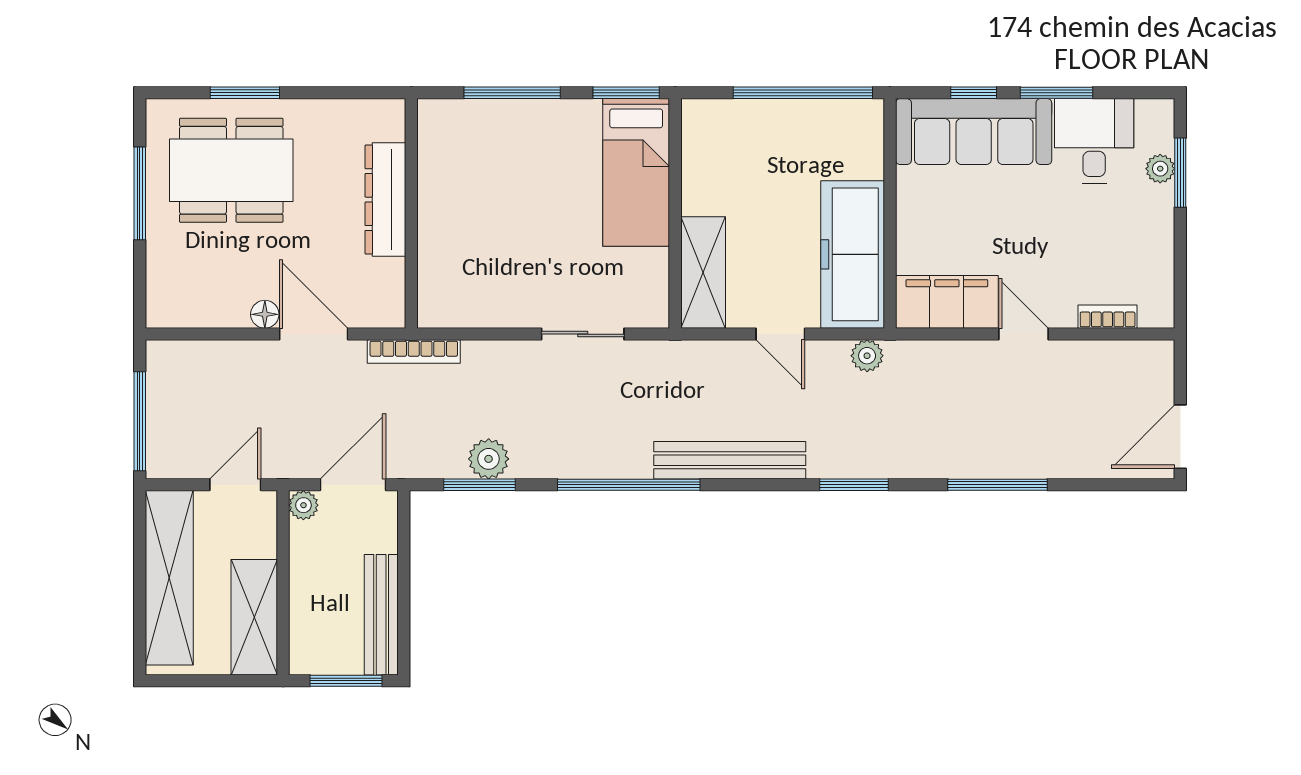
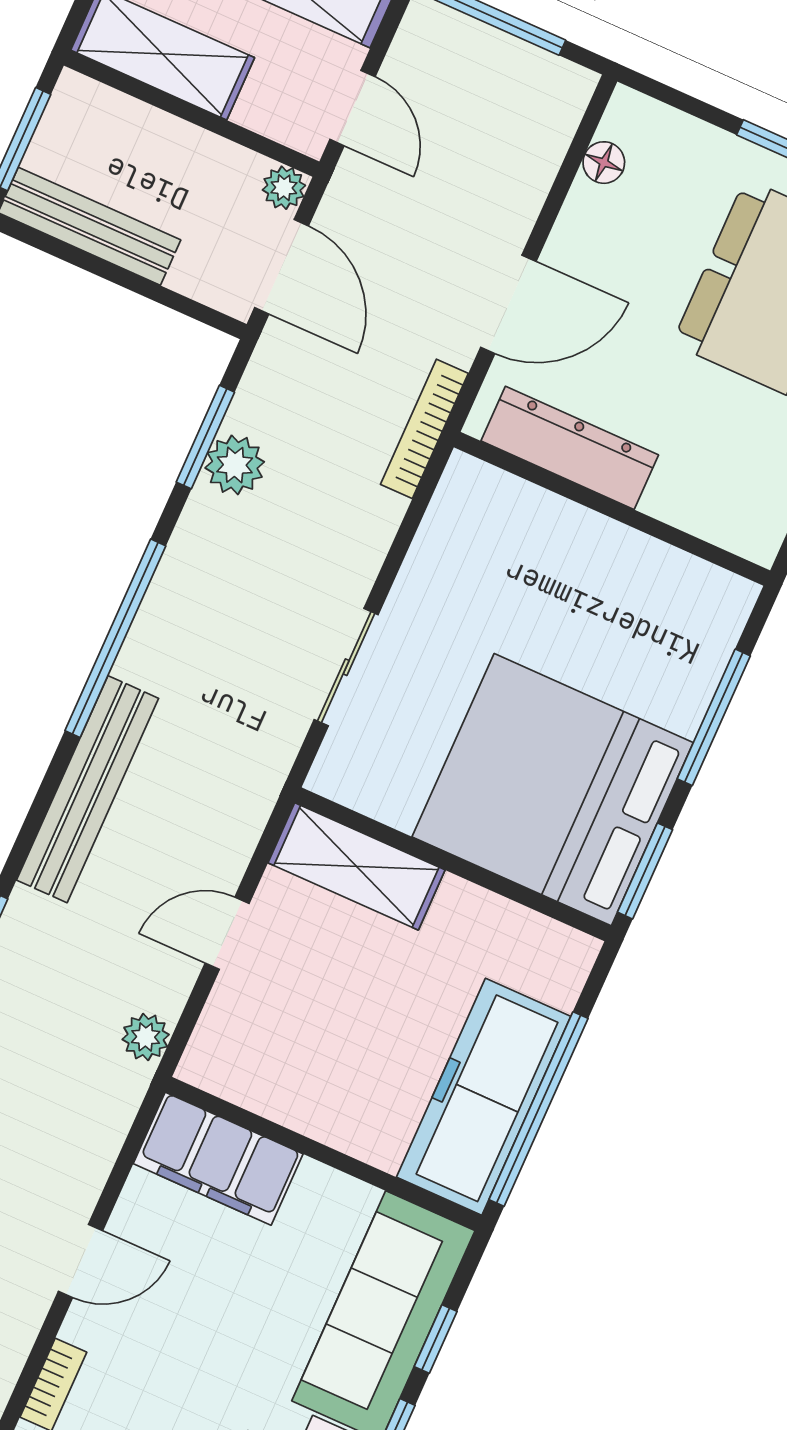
bed: (636, 172) -> (553, 790), width x2.04
dresser: (385, 200) -> (570, 448), moved
freezer: (853, 254) -> (484, 1097), moved, turned -90
filing cabinet: (947, 302) -> (218, 1159), moved, turned 90
floor lamp: (265, 314) -> (604, 163), moved

